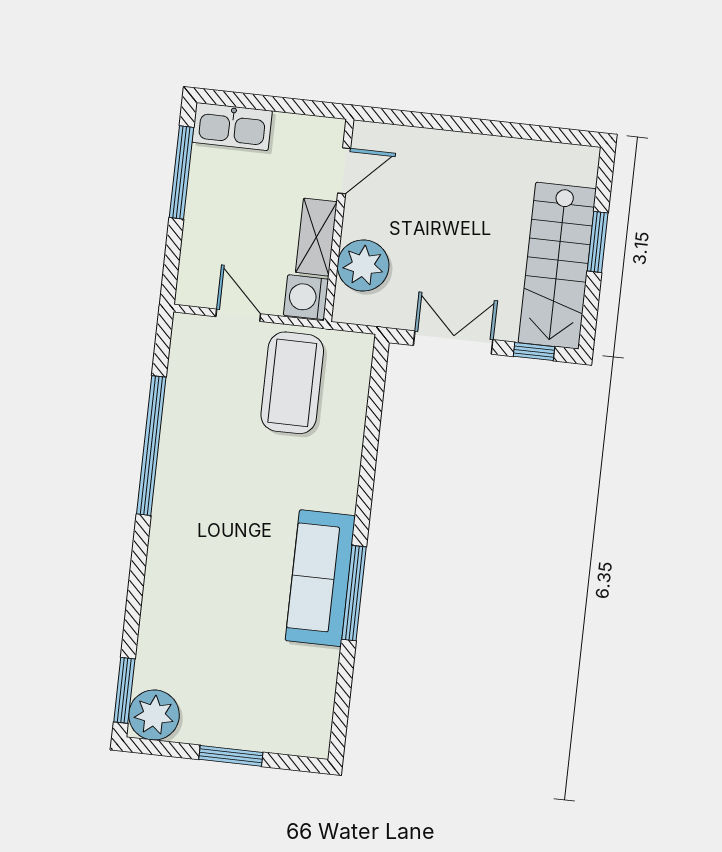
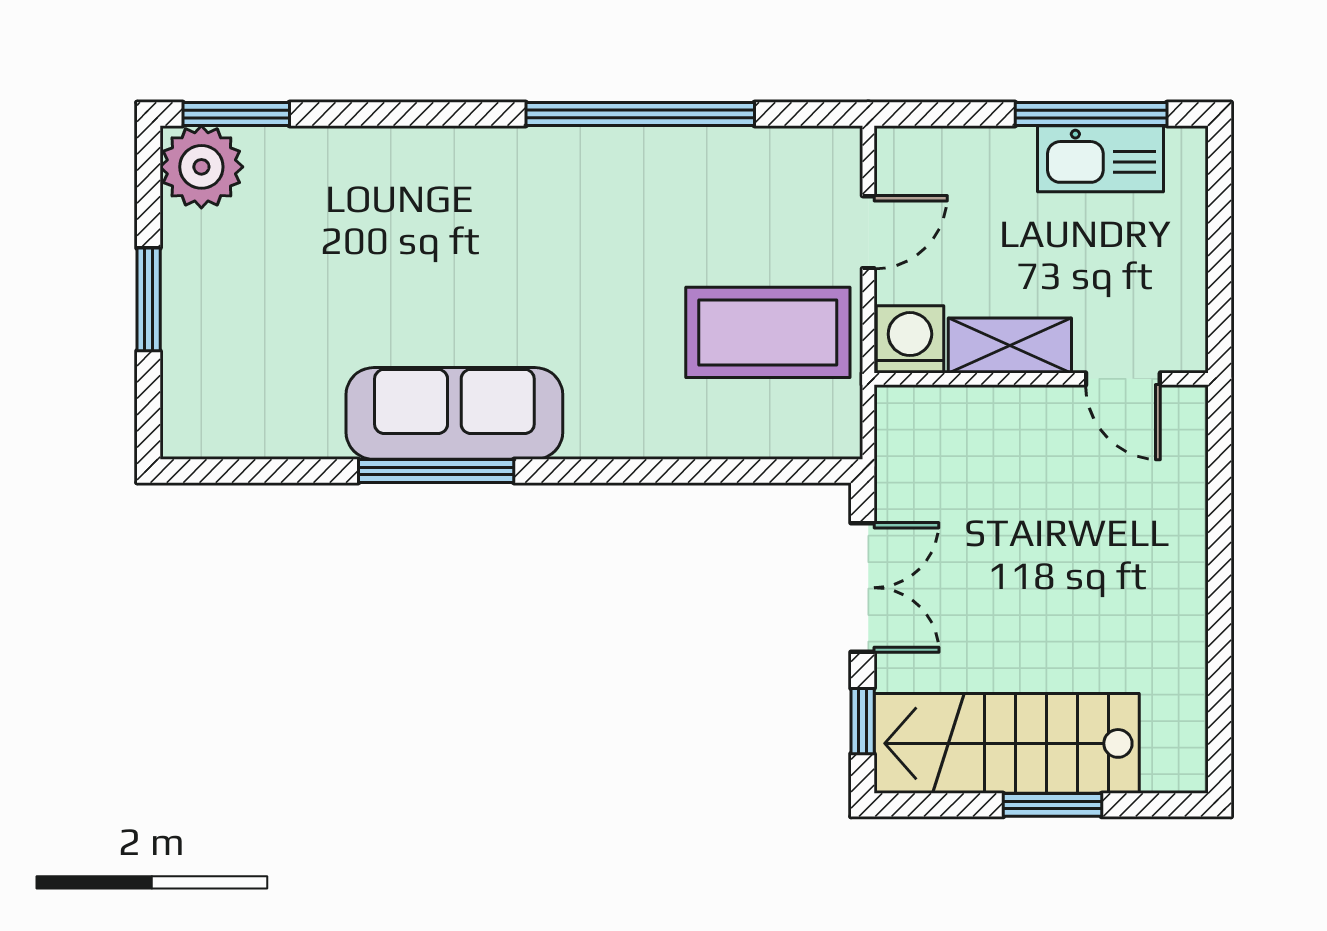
kitchen sink: (232, 127) -> (1101, 159), moved, turned -90
plant: (363, 265) -> (972, 427), removed

